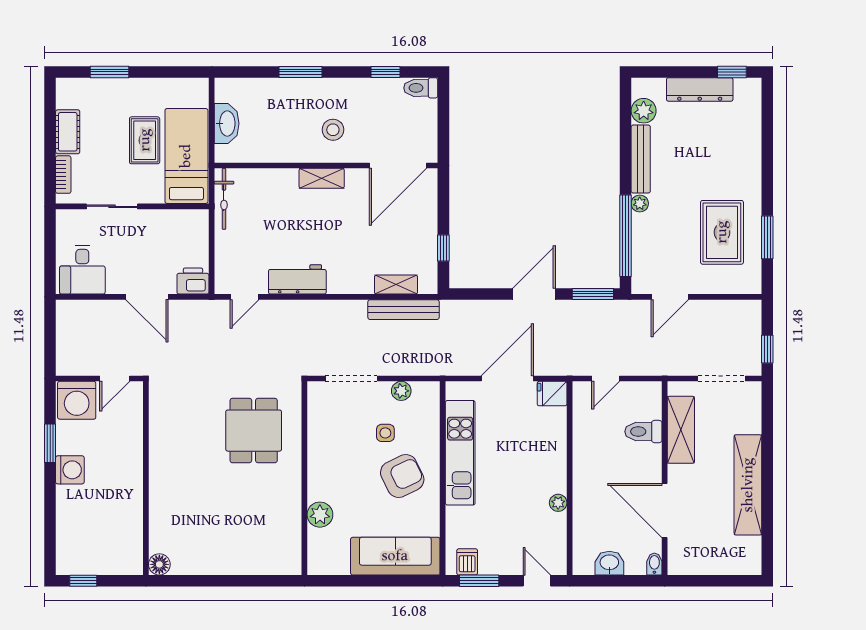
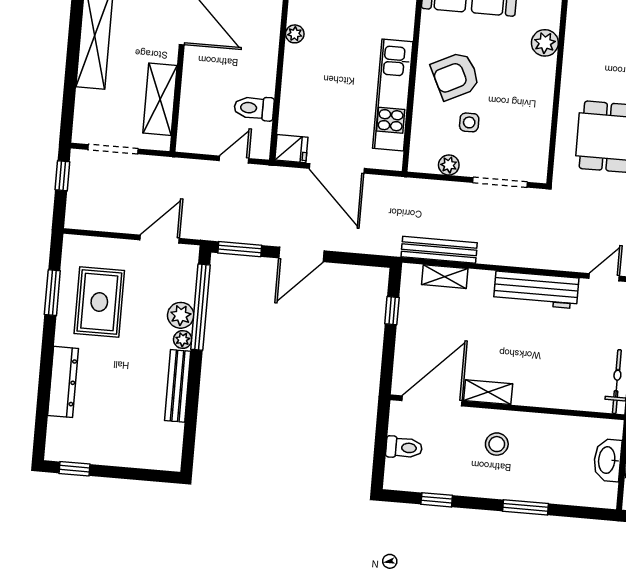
toilet: (421, 88) -> (404, 448), moved
dresser: (700, 89) -> (63, 382), moved, turned 90
plant: (644, 111) -> (181, 315), moved
shelving: (322, 178) -> (488, 392), moved
workbench: (297, 279) -> (536, 290), width x1.37
door: (507, 378) -> (337, 168), hinge flipped
toilet: (643, 432) -> (254, 108), moved, turned 180

